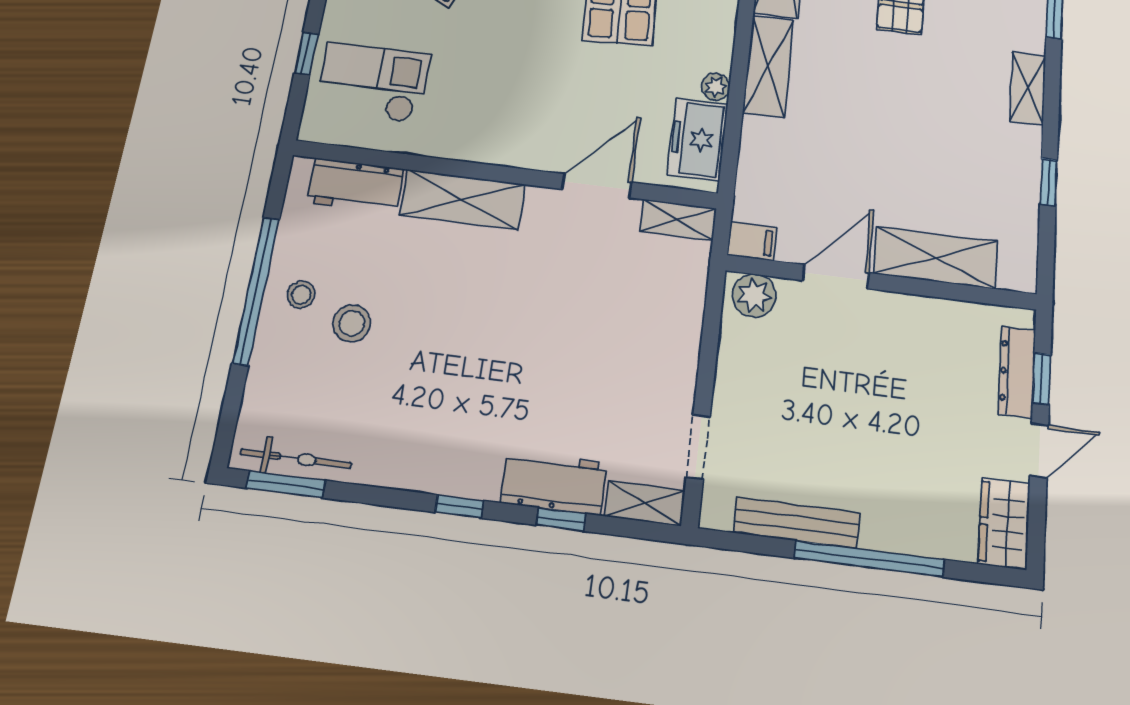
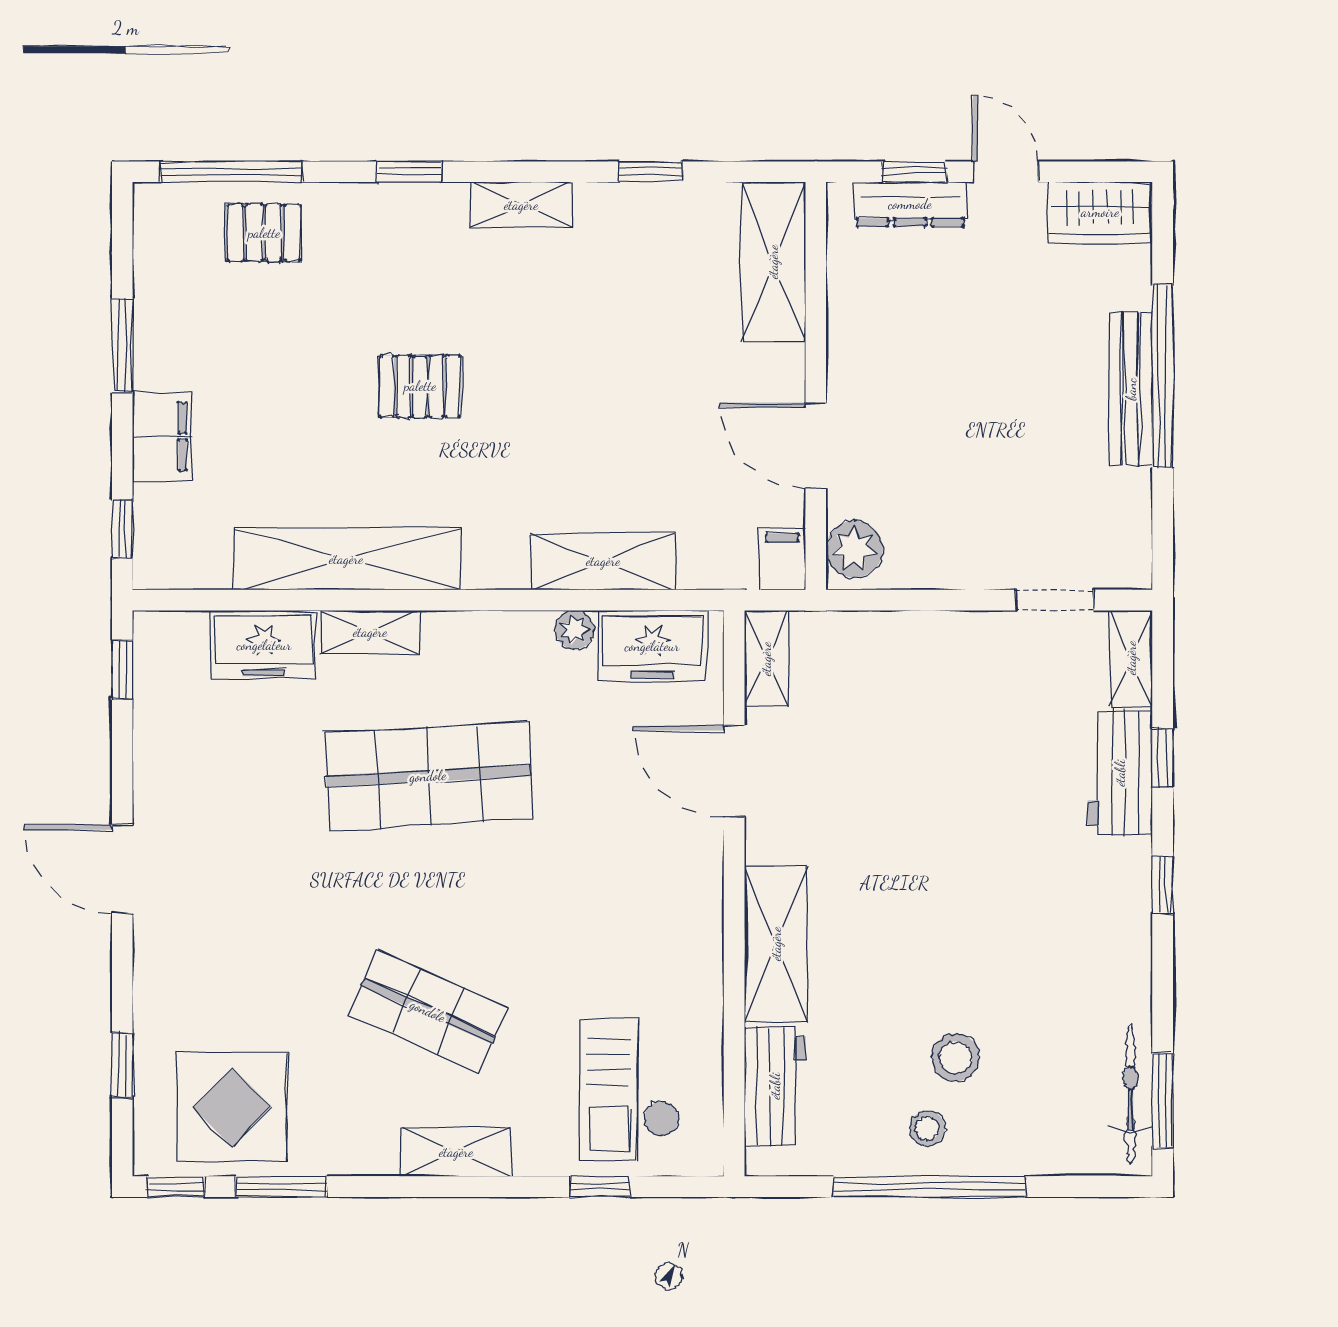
shelving: (768, 66) -> (603, 561), moved
shelving: (936, 257) -> (773, 262), moved
bench: (797, 523) -> (1131, 389), moved

